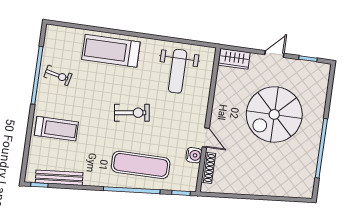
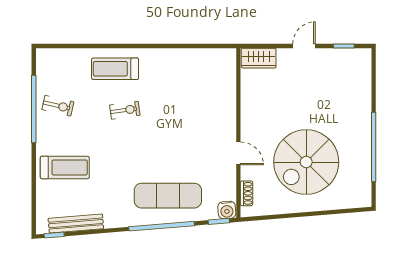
treadmill: (111, 51) -> (115, 69), width x0.73, depth x0.73
weight bench: (178, 71) -> (195, 81), removed
exercise bike: (132, 113) -> (125, 110), moved, width x0.73, depth x0.72
spiral stairs: (274, 114) -> (306, 162), moved
water cooler: (194, 155) -> (227, 210), moved, turned 85
shoe rack: (208, 168) -> (247, 193), width x0.70

